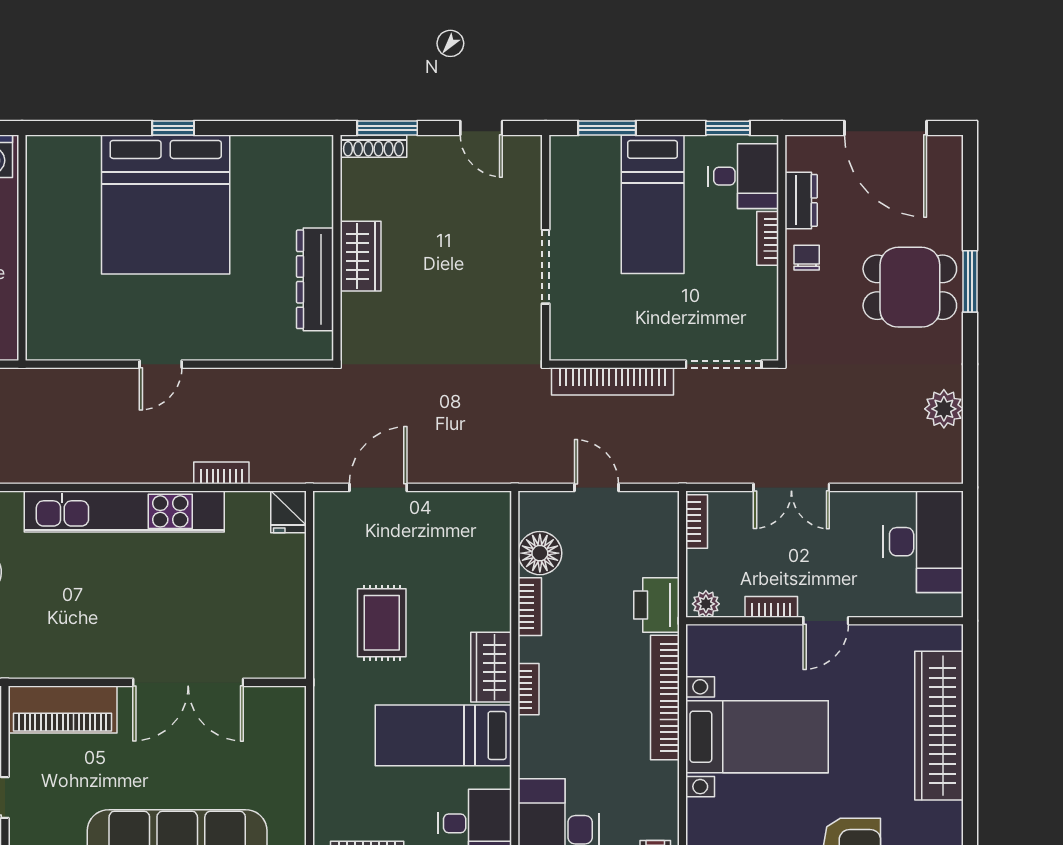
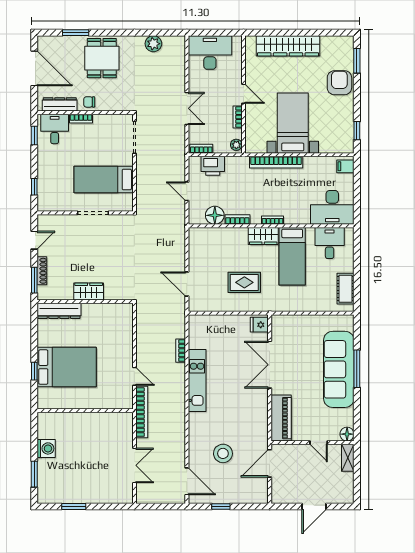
window: (607, 128) -> (34, 187), width x0.67
door: (886, 128) -> (34, 68), hinge flipped
shoe rack: (373, 146) -> (42, 271), moved
dresser: (801, 200) -> (60, 104), width x1.44
bed: (166, 204) -> (67, 367), width x0.73
bed: (653, 204) -> (104, 180), moved, turned 180
wall: (22, 248) -> (85, 411), moved
dresser: (315, 279) -> (59, 311), moved
window: (970, 281) -> (76, 33), moved
bookcase: (613, 381) -> (142, 412), moved
door: (597, 487) -> (187, 191), hinge flipped
kitchen unit: (124, 511) -> (197, 381), width x0.73
fridge: (288, 512) -> (259, 325), moved, turned 180
printer: (656, 605) -> (213, 166), moved
double door: (188, 682) -> (270, 365), swing flipped

